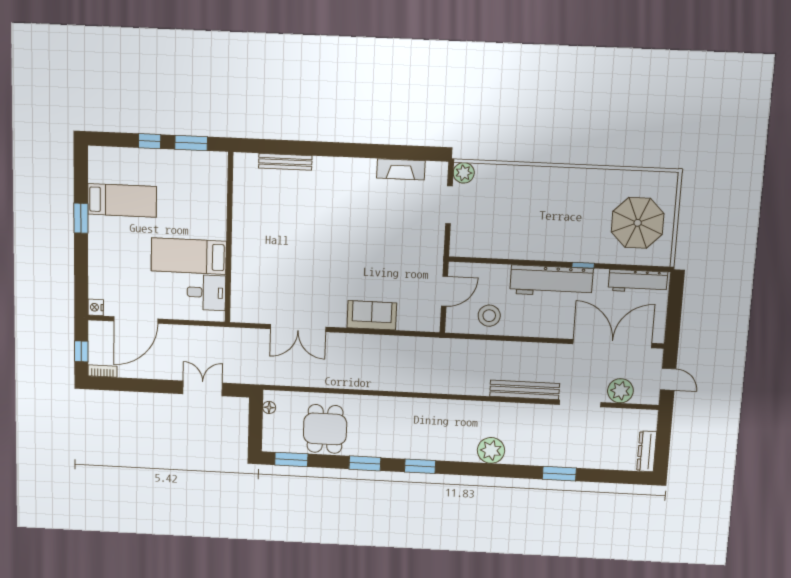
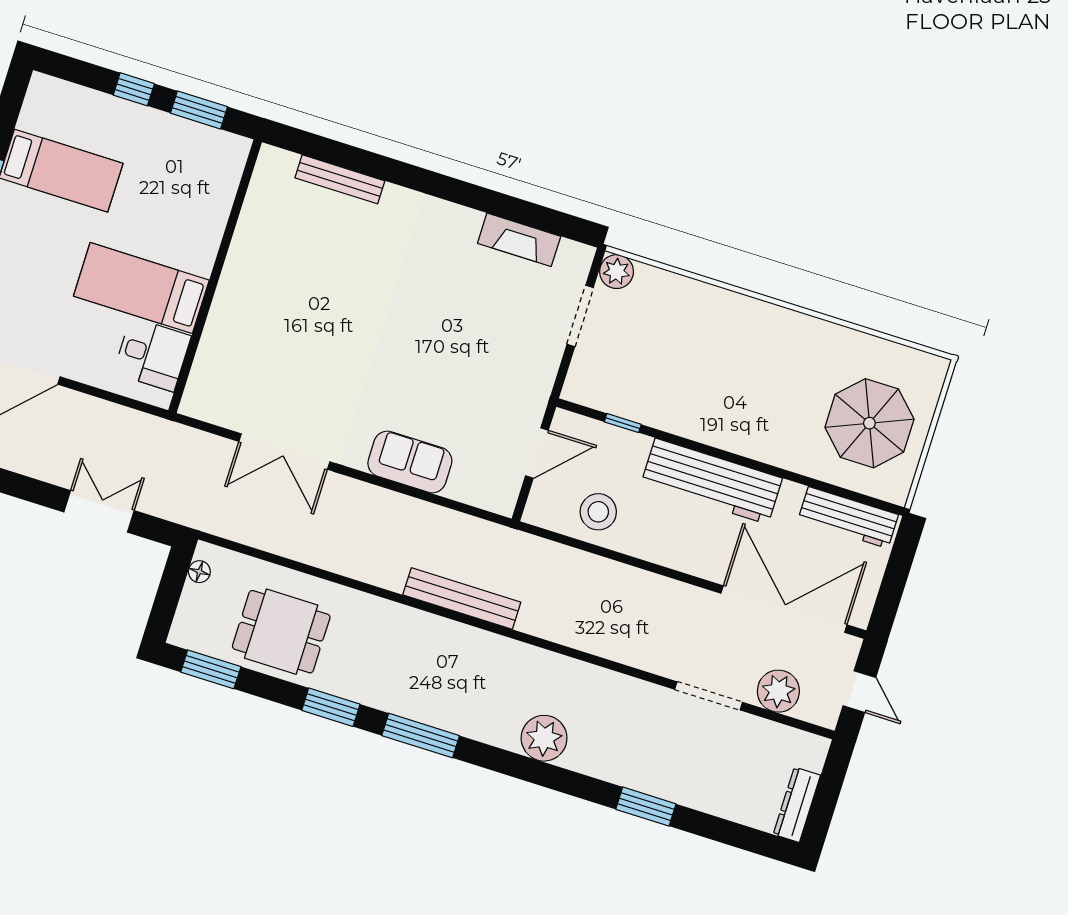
window: (583, 265) -> (623, 423), moved
bench: (525, 390) -> (462, 598), moved
dining table: (325, 429) -> (281, 632), turned 90
window: (420, 466) -> (421, 736), width x1.44

